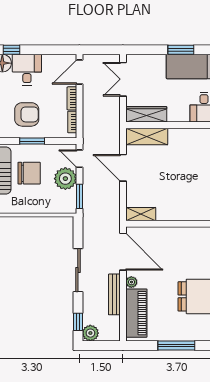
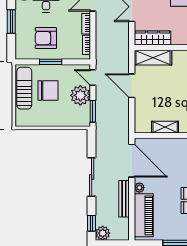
armchair: (27, 114) -> (46, 38), turned 180
shelving: (141, 214) -> (165, 127), moved

